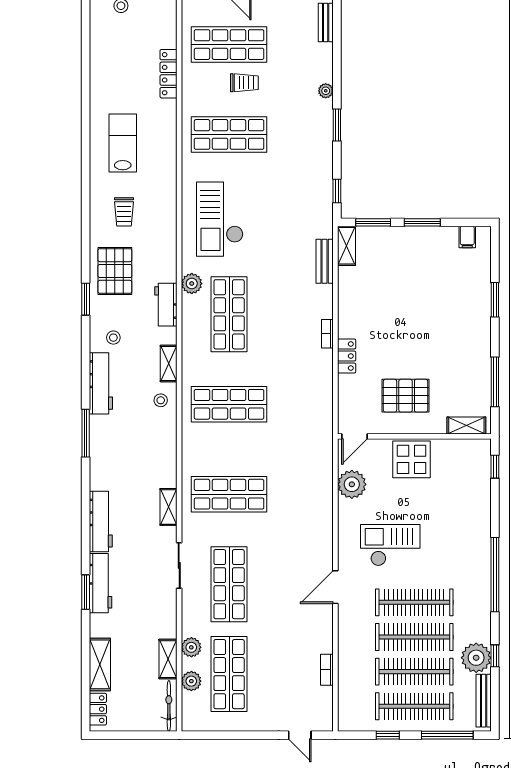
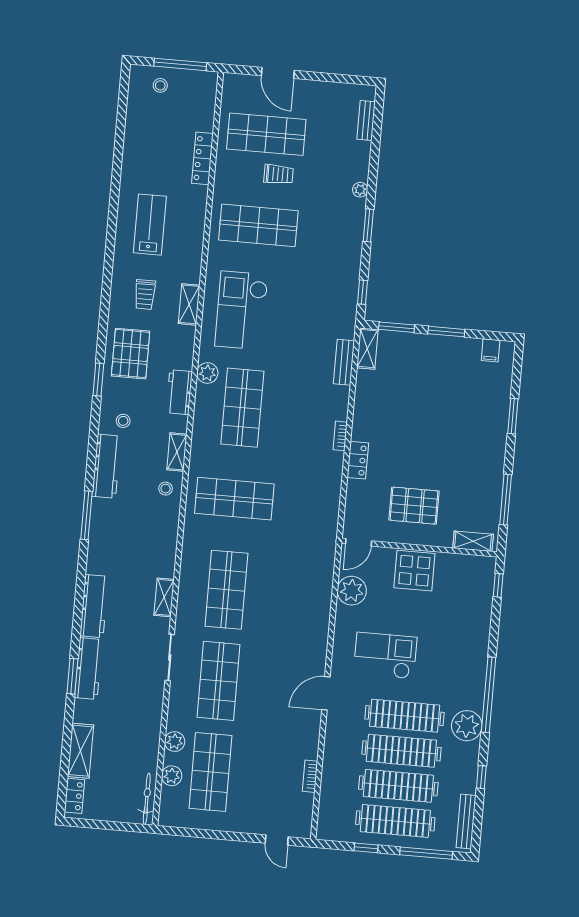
shop shelf: (229, 494) -> (226, 590), turned 90
plant: (476, 658) -> (467, 726), moved
shelving: (168, 659) -> (189, 304), moved

